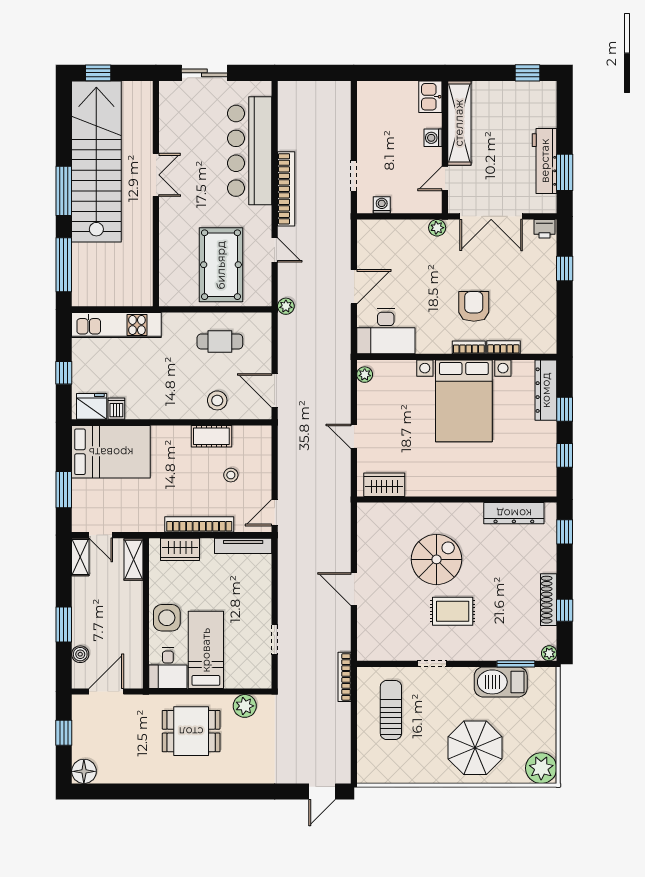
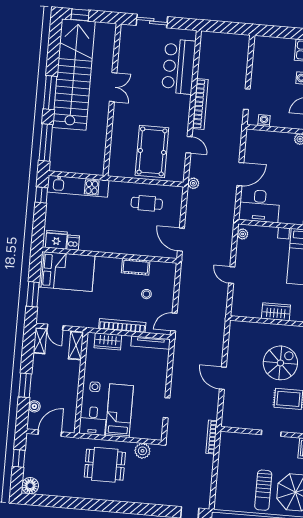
bar counter: (250, 151) -> (179, 67), width x0.73
window: (64, 373) -> (41, 195), moved
stool: (217, 400) -> (142, 243), removed
wardrobe: (384, 485) -> (276, 312), moved
side table: (167, 618) -> (95, 387), width x0.54, depth x0.54
sun lounger: (391, 710) -> (263, 490), moved, turned 180

